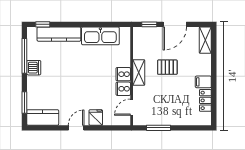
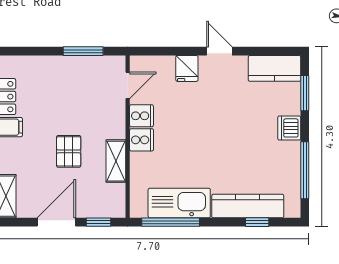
window: (43, 24) -> (257, 222), moved
window: (106, 24) -> (171, 222), added
pallet: (167, 67) -> (69, 151), turned 90
dishwasher: (34, 68) -> (289, 128), moved
shelving: (139, 73) -> (116, 161), moved
door: (76, 128) -> (219, 51), swing flipped

